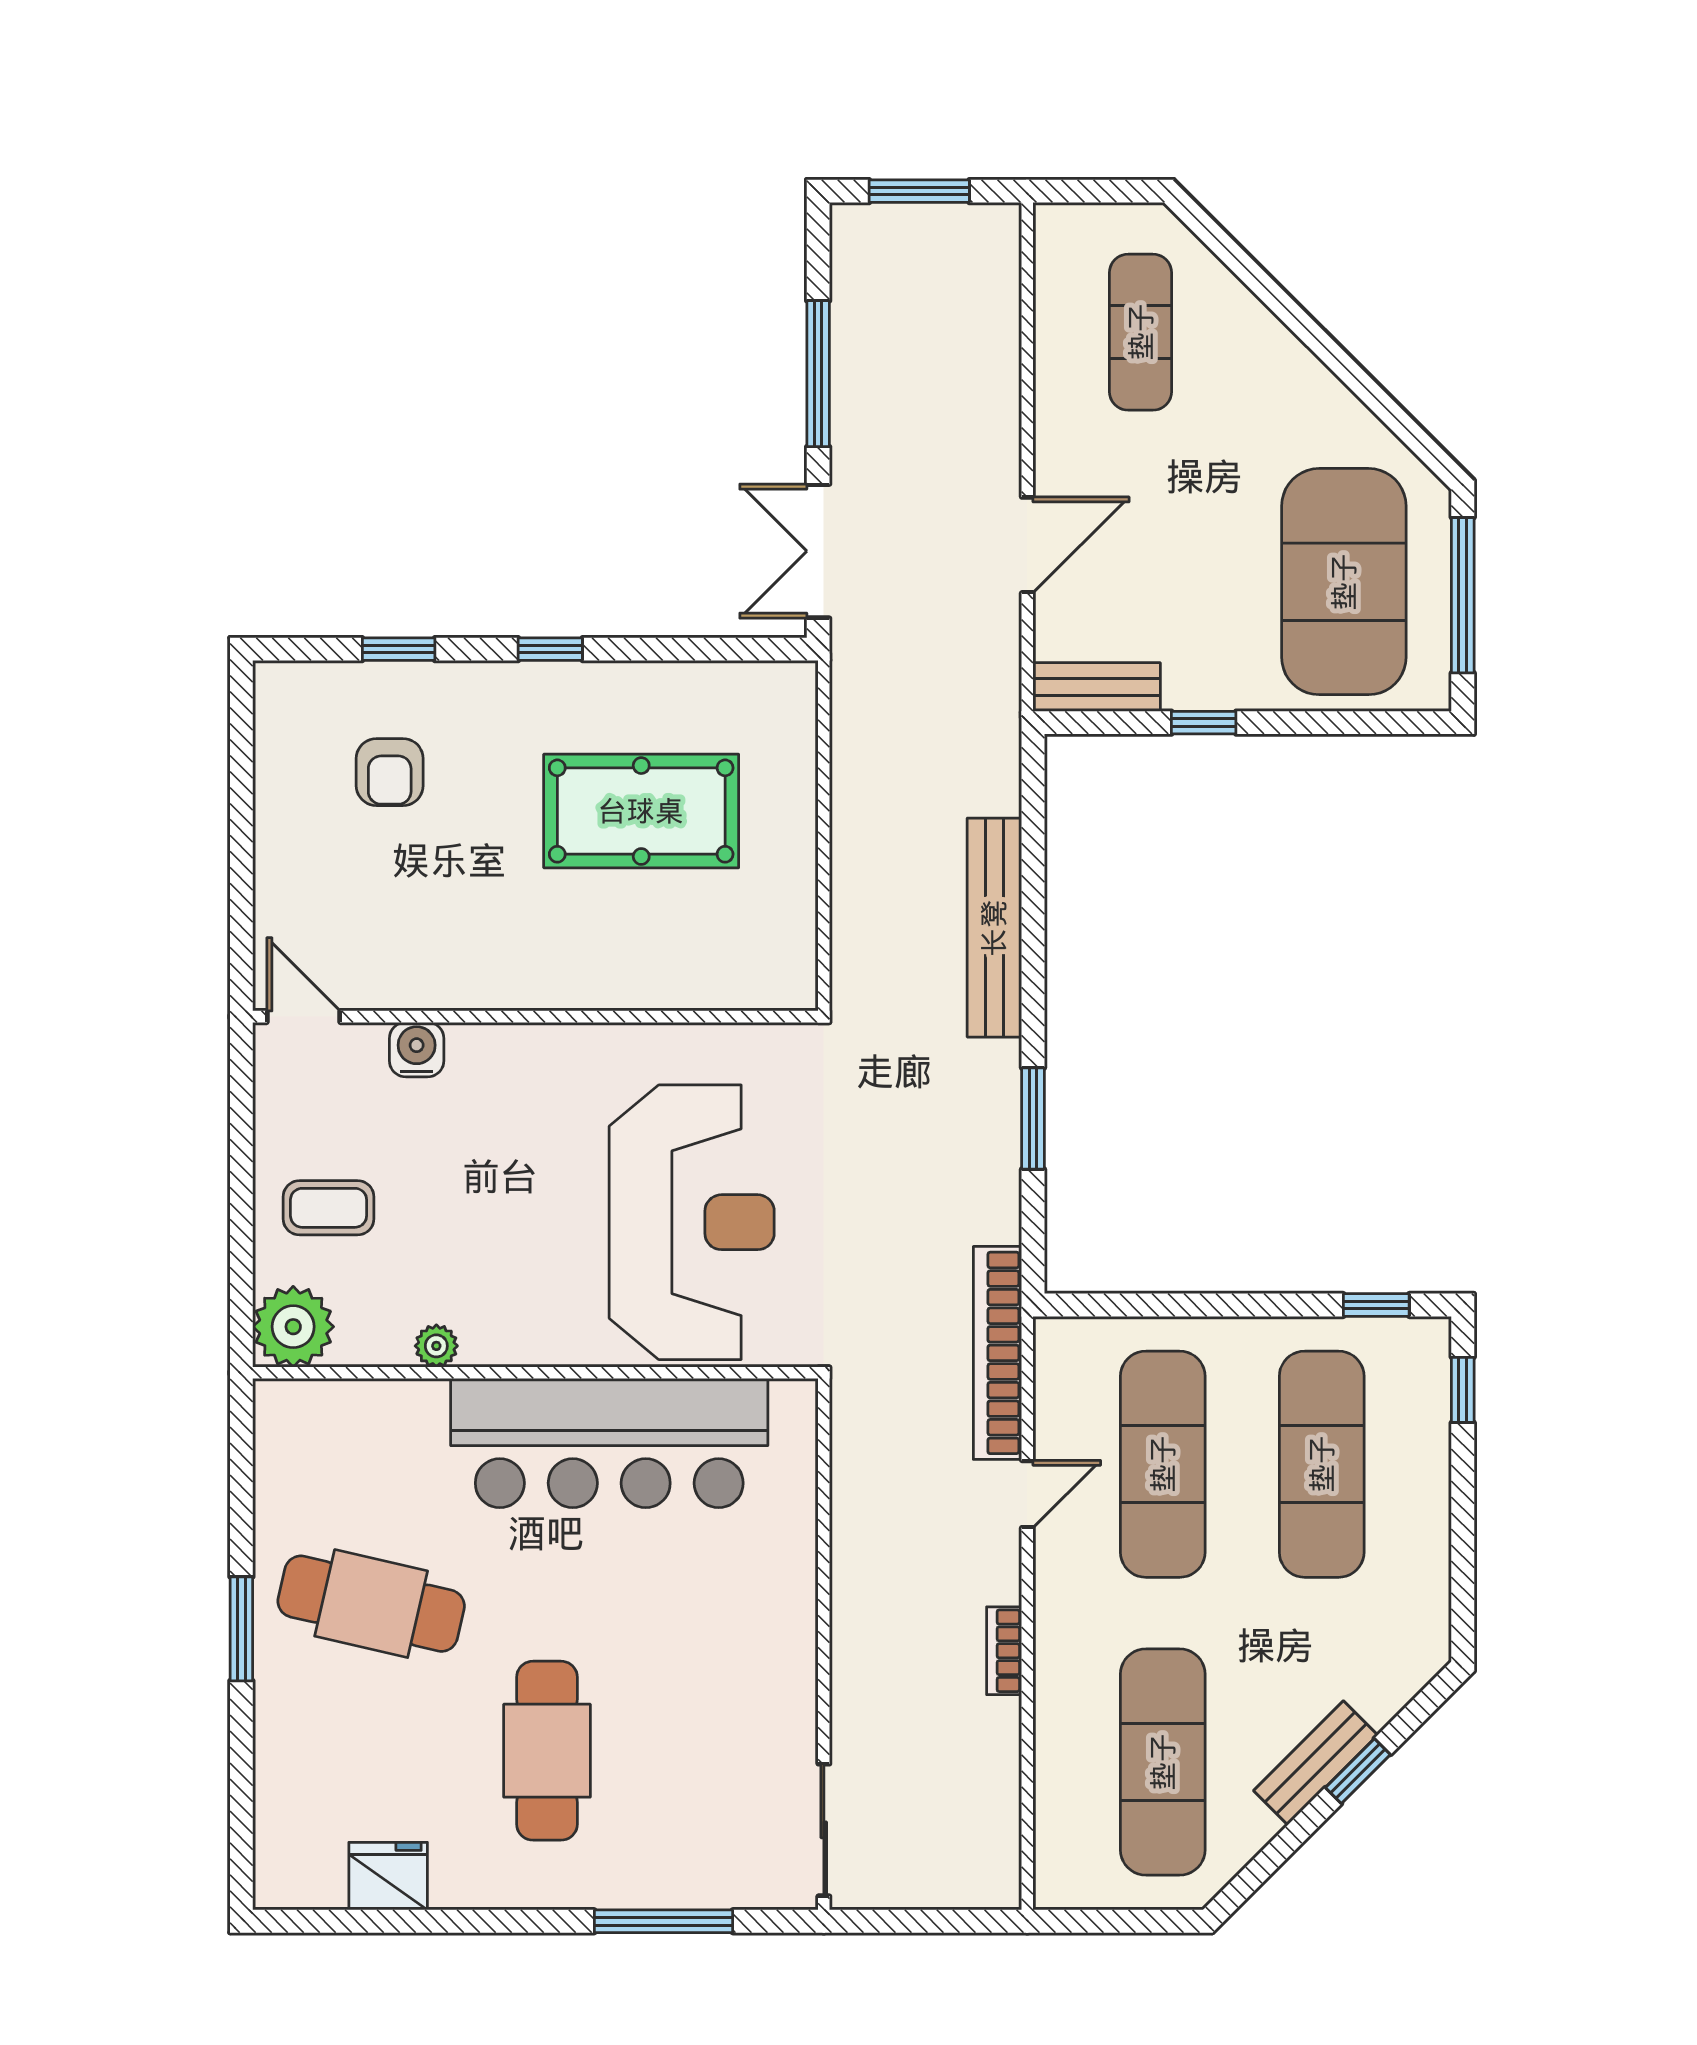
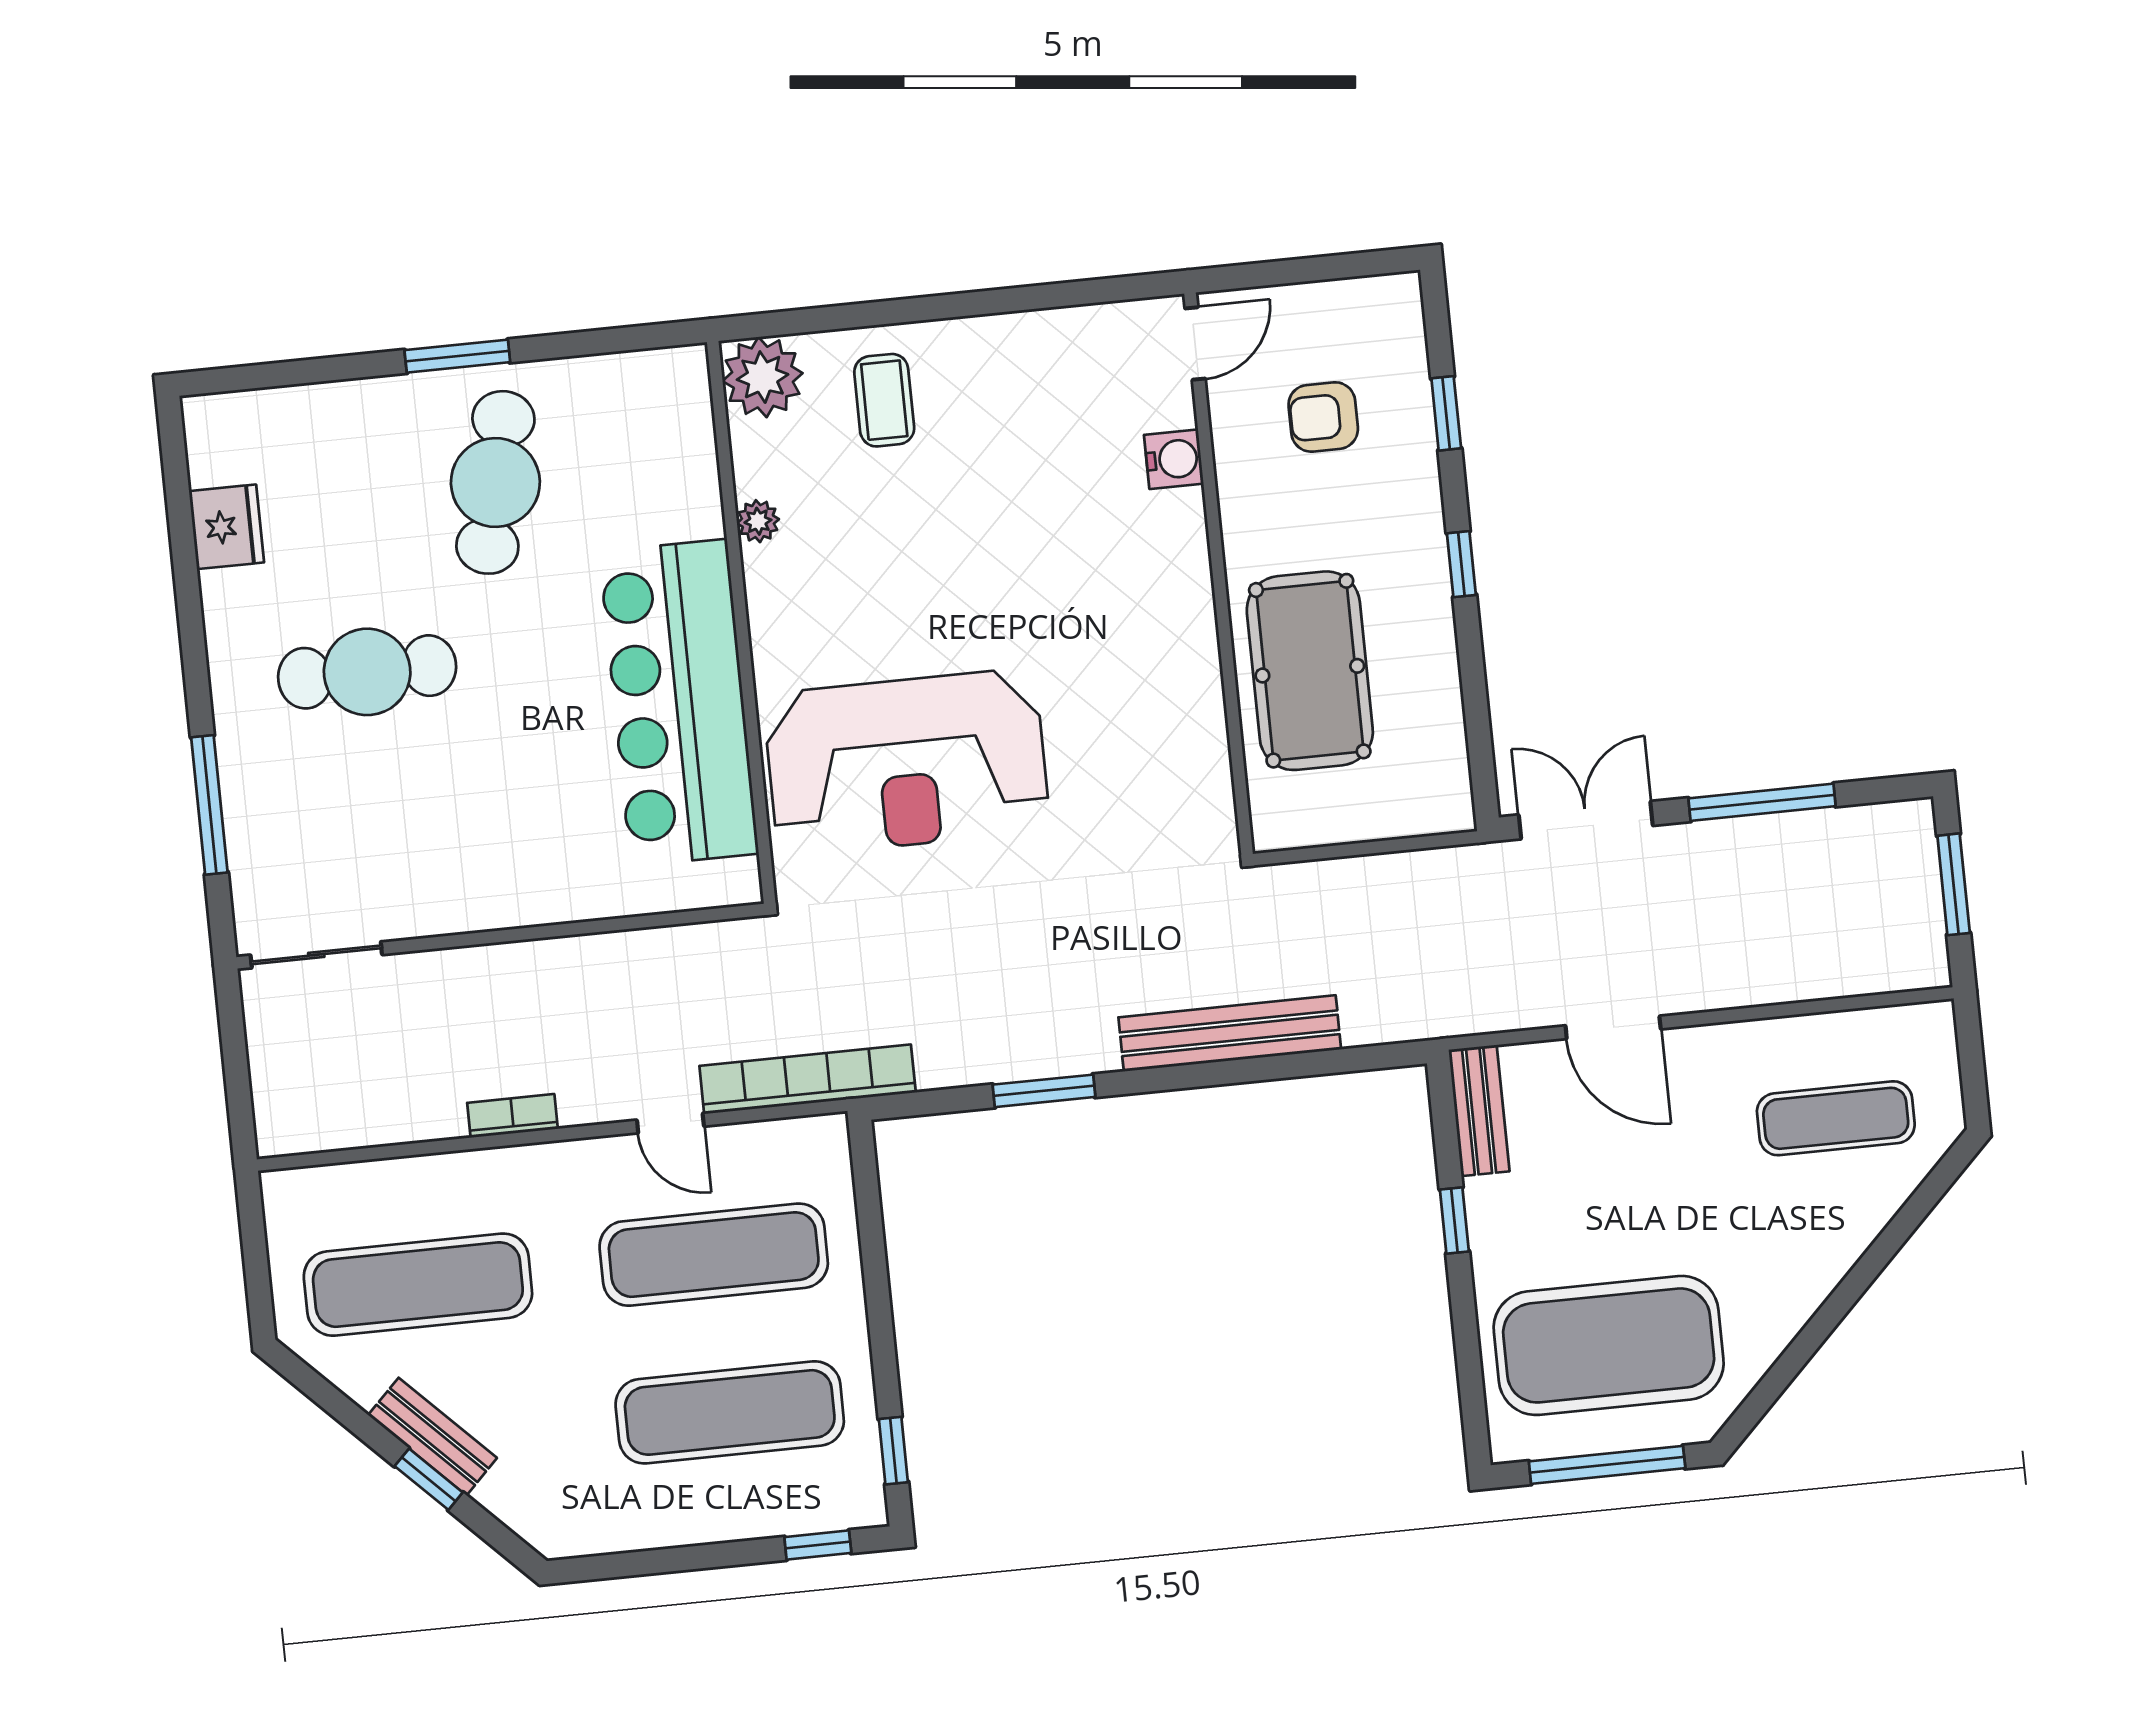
door: (303, 1017) -> (1195, 343), moved
wall: (535, 1017) -> (1219, 574), moved
water cooler: (417, 1050) -> (1174, 459), moved

